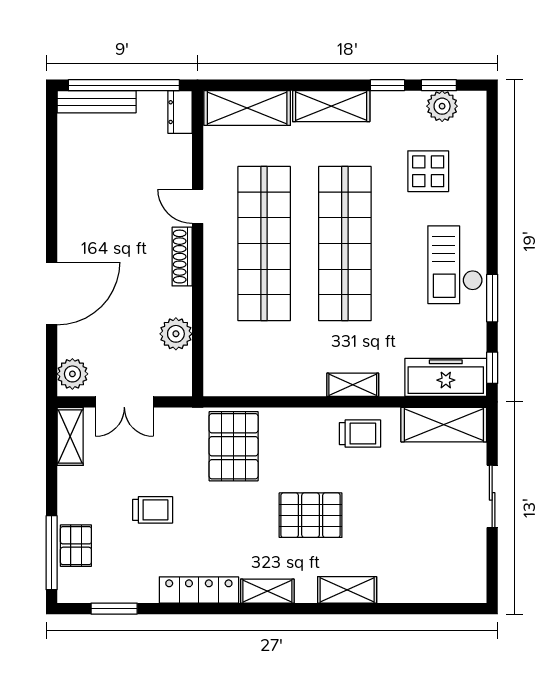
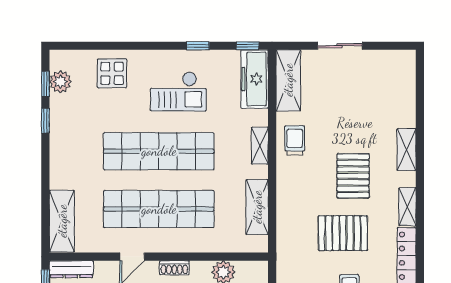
shelving: (331, 106) -> (257, 207), moved
dresser: (180, 112) -> (71, 269), width x1.44
display table: (428, 171) -> (112, 73), moved
shoe rack: (182, 257) -> (174, 268), width x0.70
checkout: (455, 265) -> (178, 91), moved
window: (492, 298) -> (198, 46), width x0.67
pallet: (234, 446) -> (343, 233), moved

